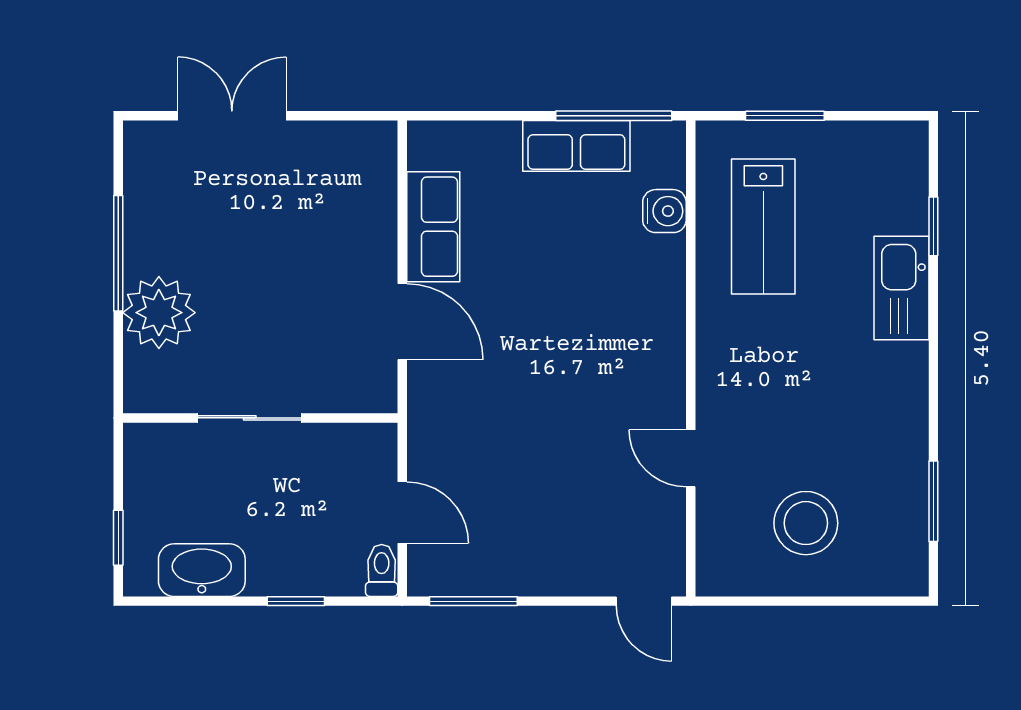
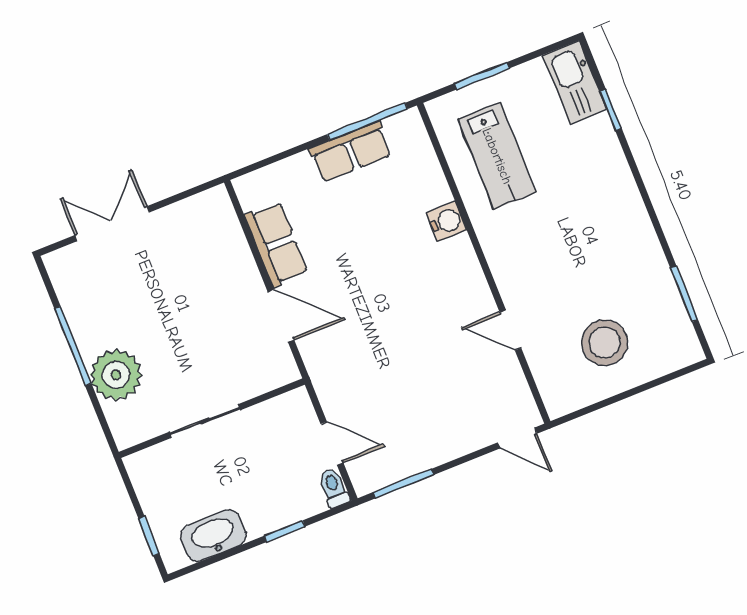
water cooler: (664, 211) -> (447, 221), moved
kitchen sink: (901, 288) -> (575, 82), moved

